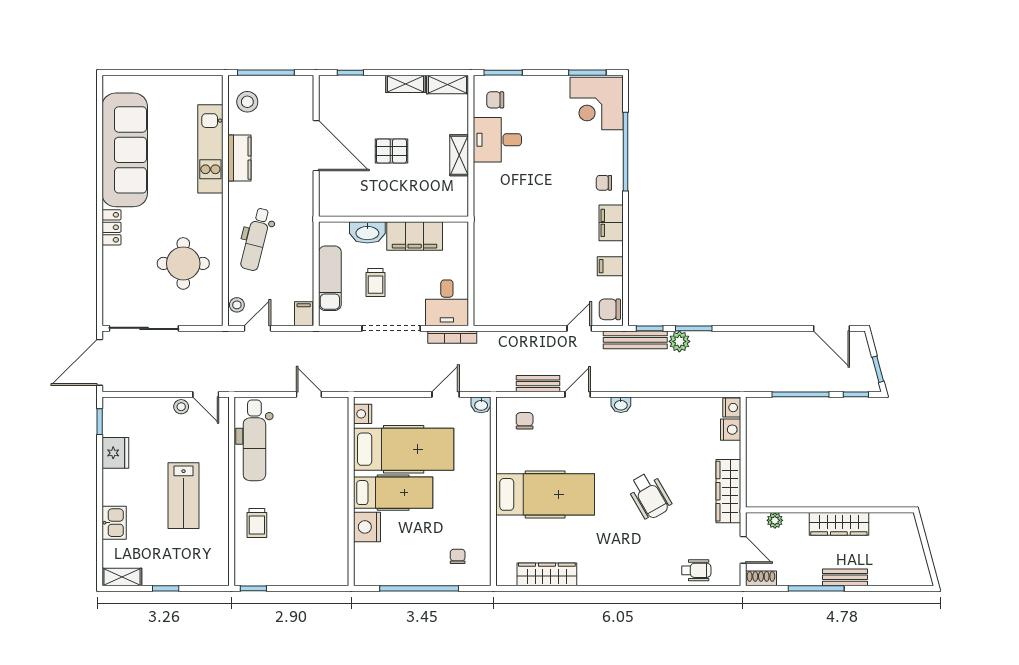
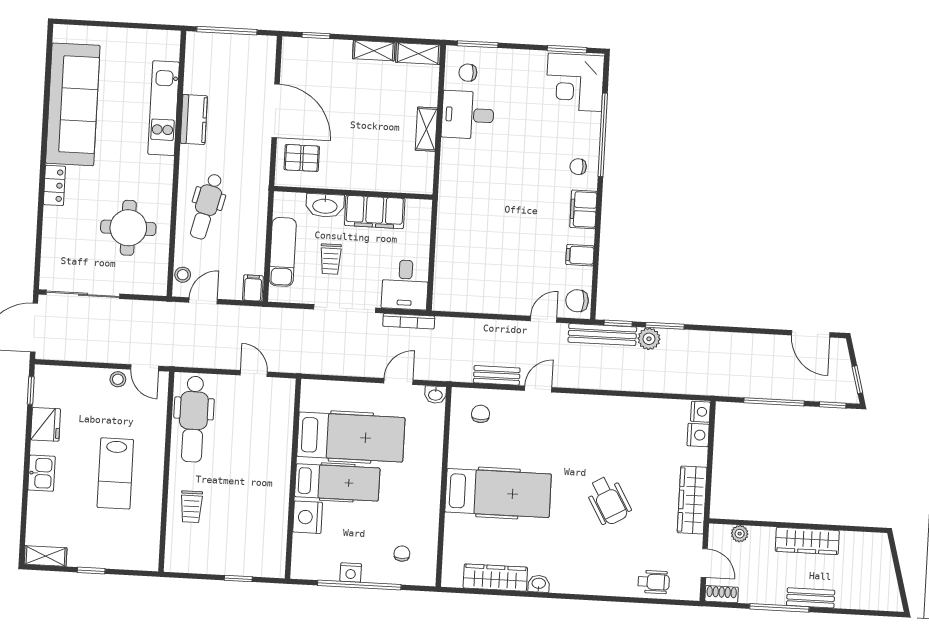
stool: (247, 102) -> (205, 60), removed
pallet: (391, 151) -> (302, 158), moved
washbasin: (621, 405) -> (539, 584), moved, turned 180
nightstand: (363, 414) -> (351, 573), moved, turned -90
kitchen sink: (114, 523) -> (42, 473), moved
window: (253, 588) -> (238, 579), moved

